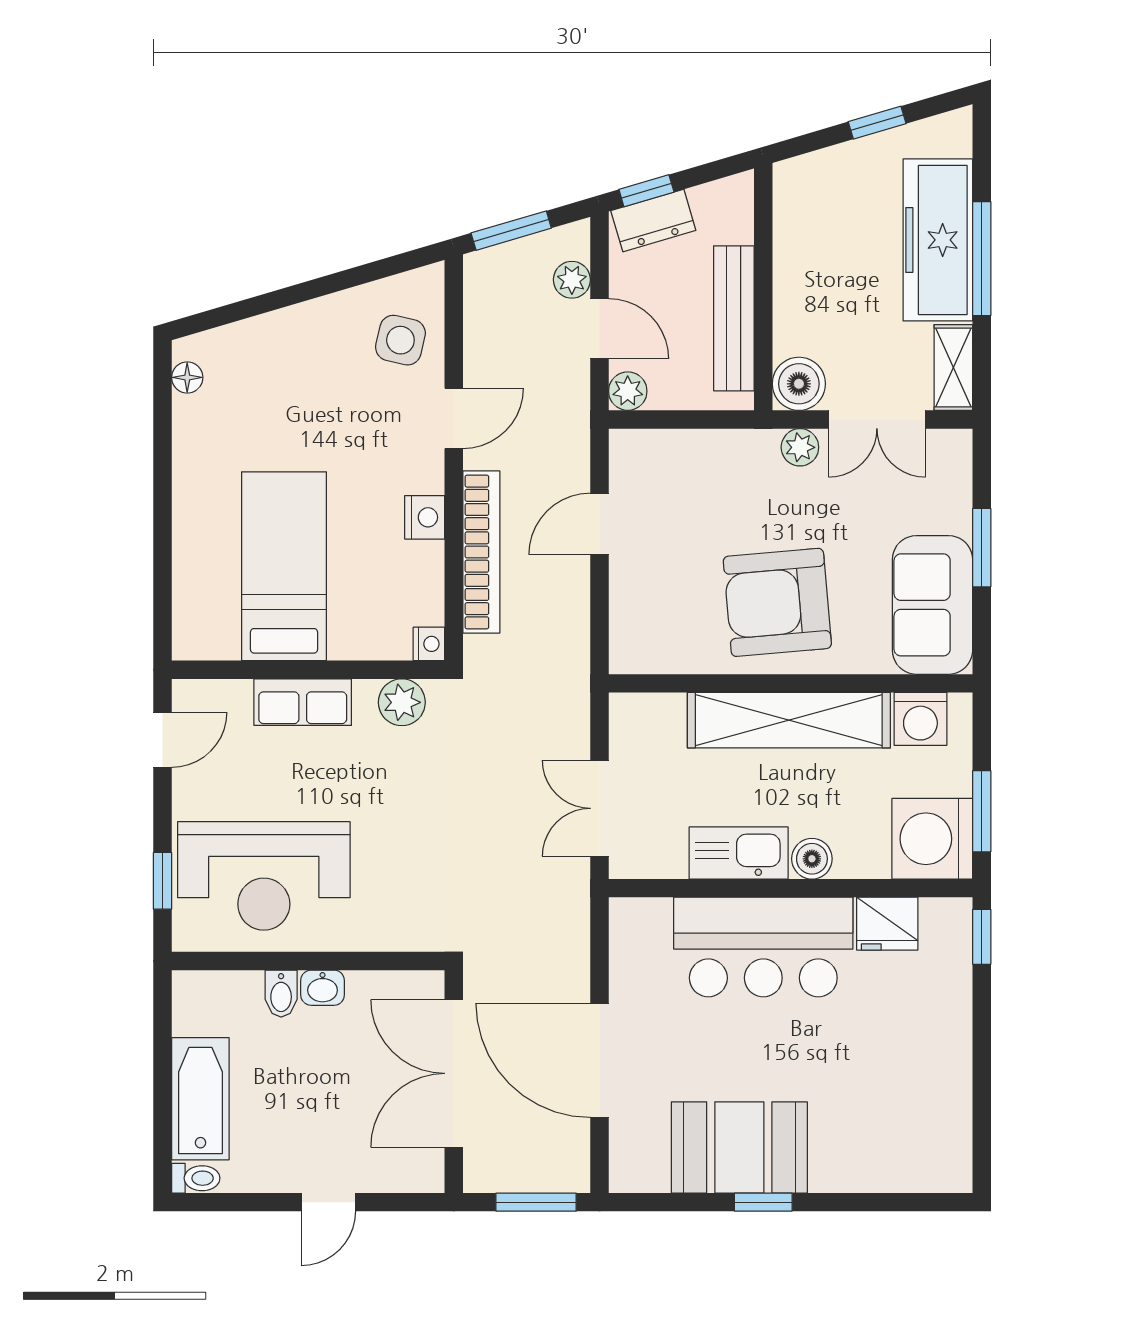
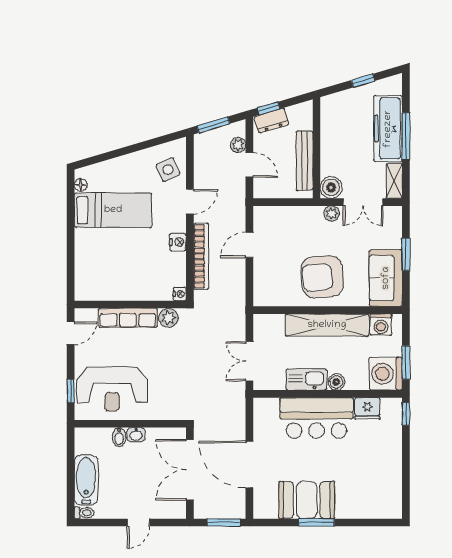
side table: (400, 340) -> (168, 170), turned -38
plant: (628, 391) -> (261, 190), removed
bed: (284, 566) -> (113, 210), moved, turned 90
row of seats: (303, 702) -> (128, 318), width x1.48
window: (763, 1202) -> (317, 522), width x1.50

